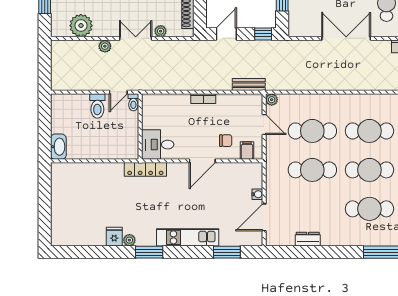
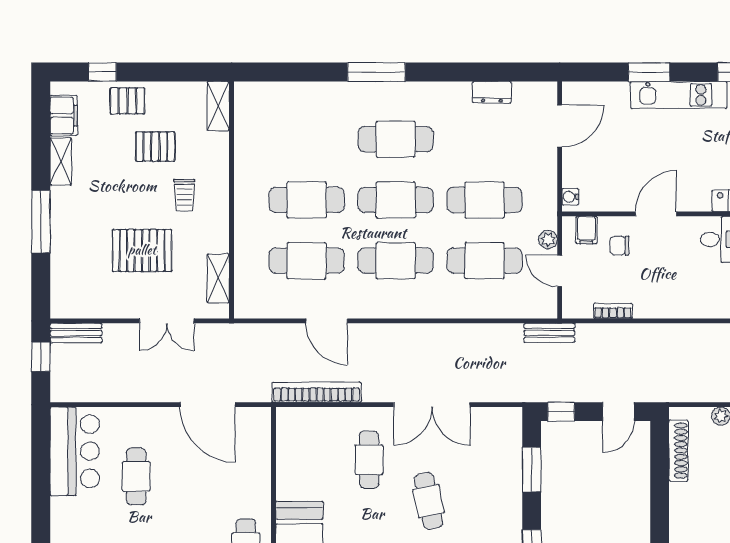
bench: (249, 85) -> (549, 333), moved
bookcase: (203, 99) -> (613, 311), moved
plant: (272, 100) -> (548, 240), moved
water cooler: (257, 194) -> (570, 197), moved
window: (227, 252) -> (649, 72), moved

